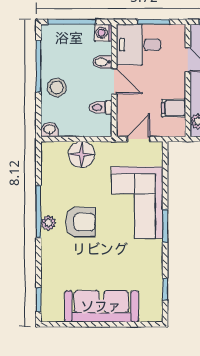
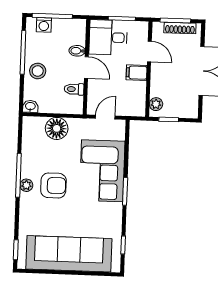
washing machine: (103, 33) -> (44, 25), moved, turned -90
filing cabinet: (174, 108) -> (137, 73), moved
sofa: (101, 306) -> (69, 254), width x1.36, depth x1.27

